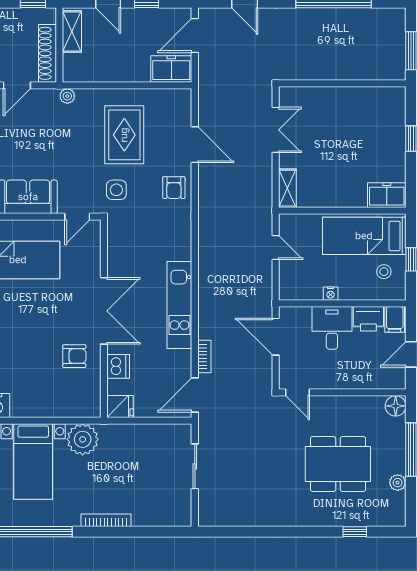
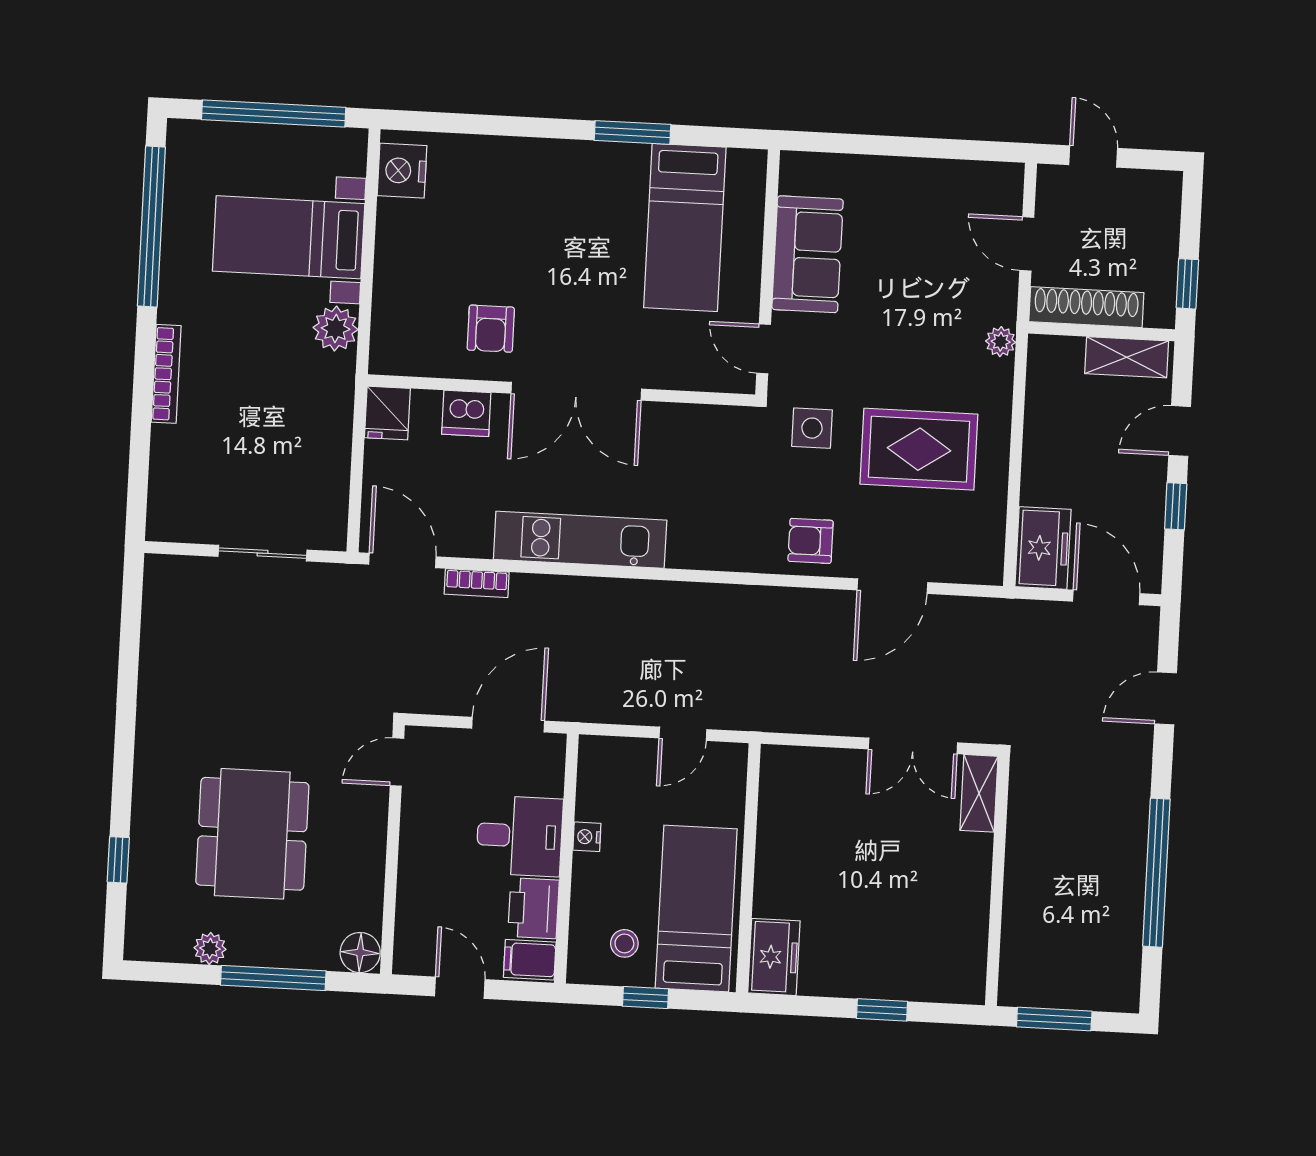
shelving: (287, 188) -> (979, 793), moved, turned 90
plant: (83, 439) -> (336, 329), width x0.73, depth x0.73

